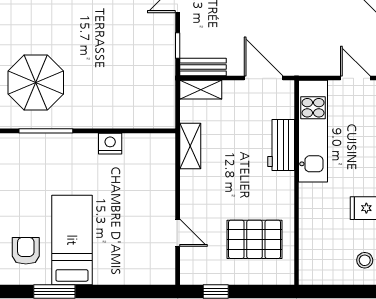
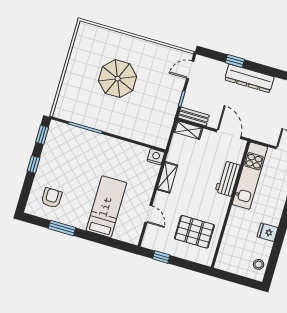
parasol: (36, 82) -> (118, 79), moved
nightstand: (110, 144) -> (156, 157), moved
shelving: (190, 146) -> (167, 177), moved
bed: (72, 240) -> (106, 207), moved

